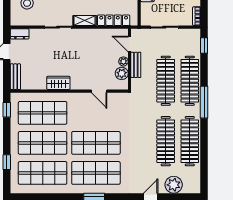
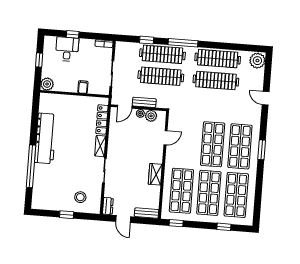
window: (204, 46) -> (147, 40), moved
plant: (174, 185) -> (257, 61), moved

